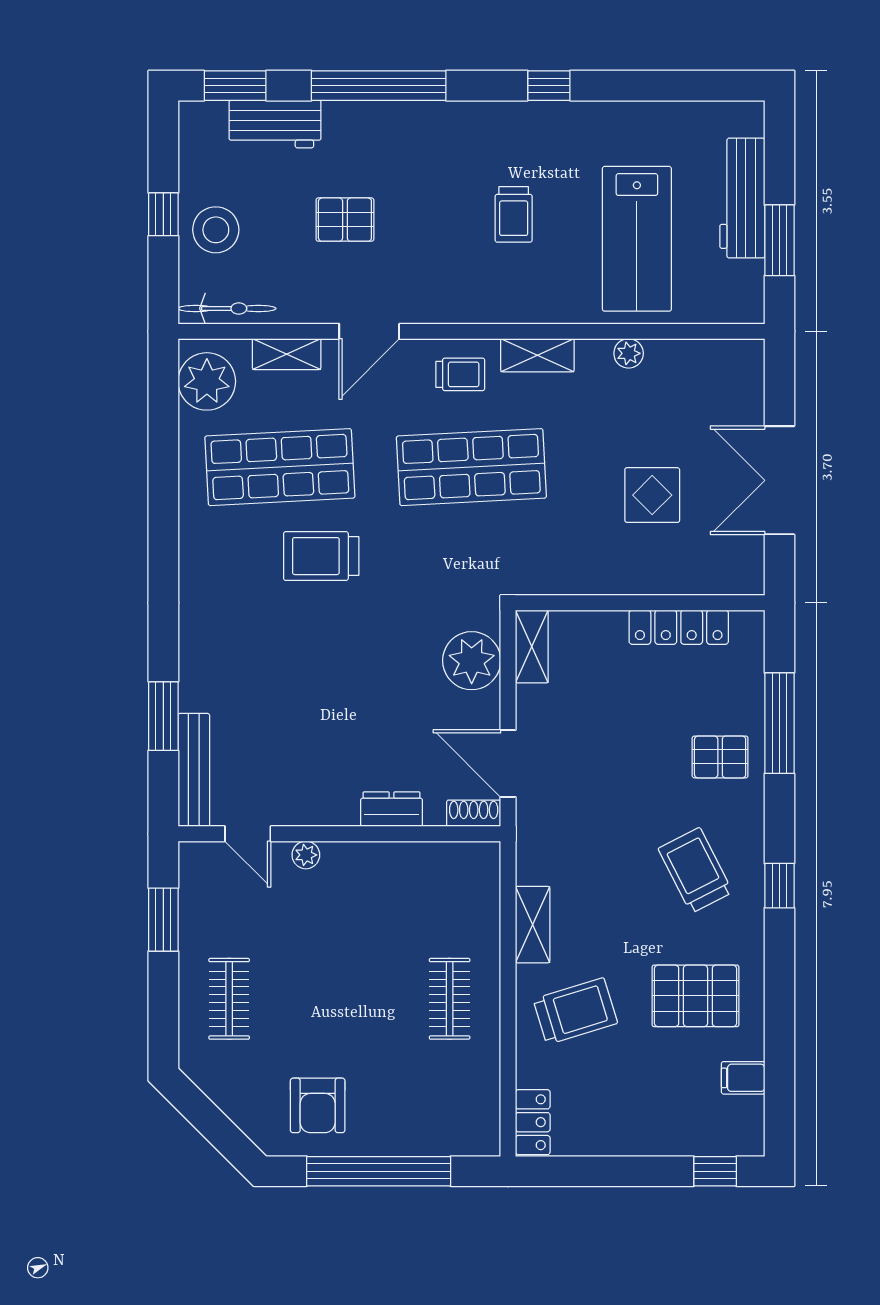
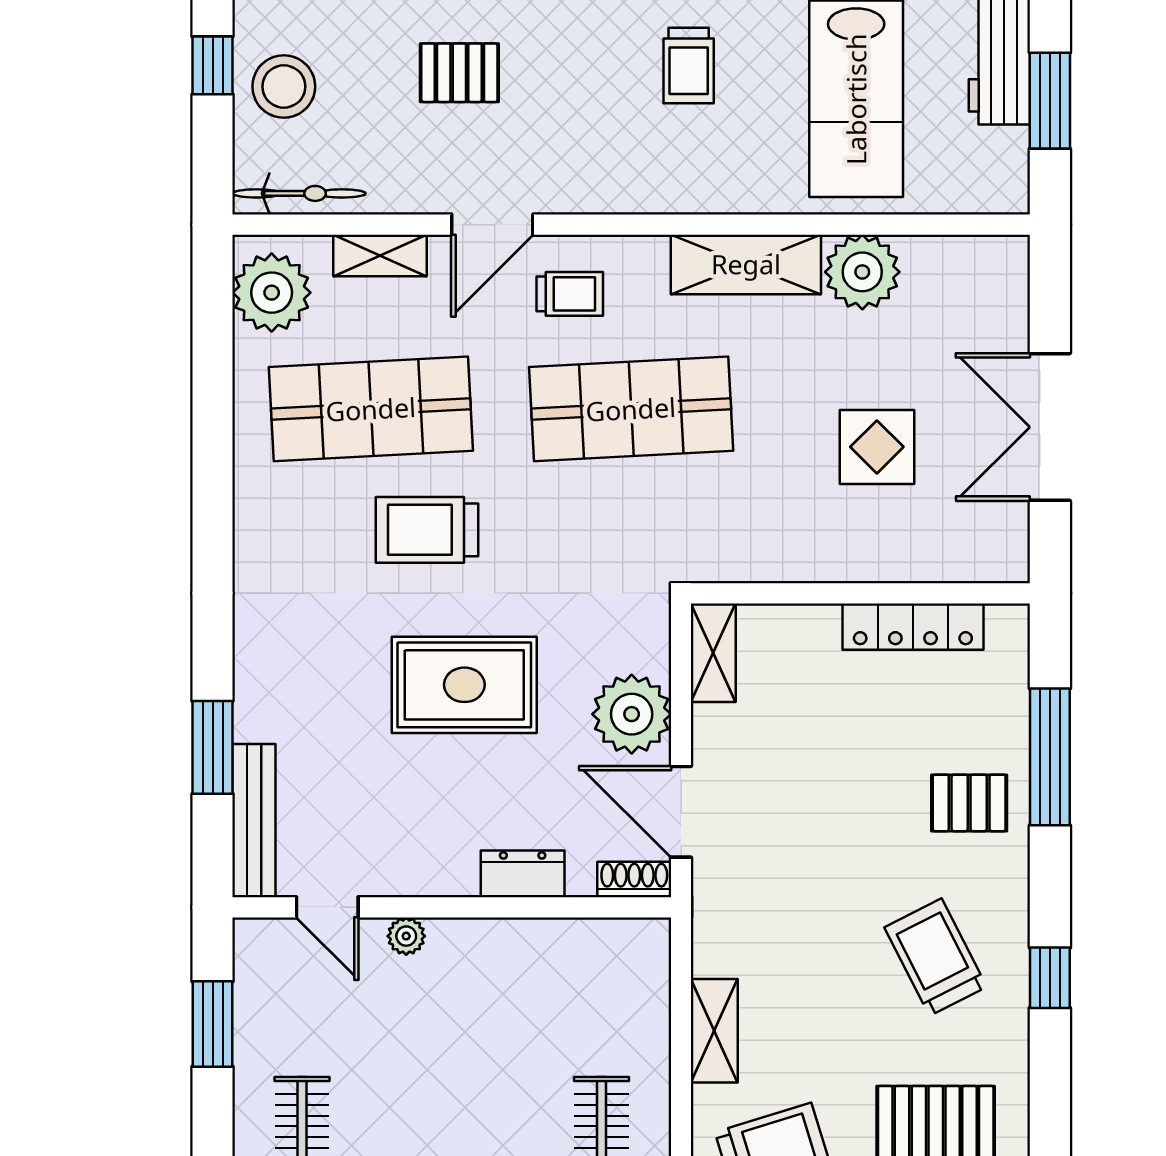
plant: (629, 353) -> (862, 272), width x1.88, depth x1.88
shelving: (537, 355) -> (746, 264), width x1.50, depth x1.33
trolley: (460, 374) -> (570, 294), moved
plant: (472, 661) -> (632, 714), moved
rug: (349, 670) -> (464, 685), added

